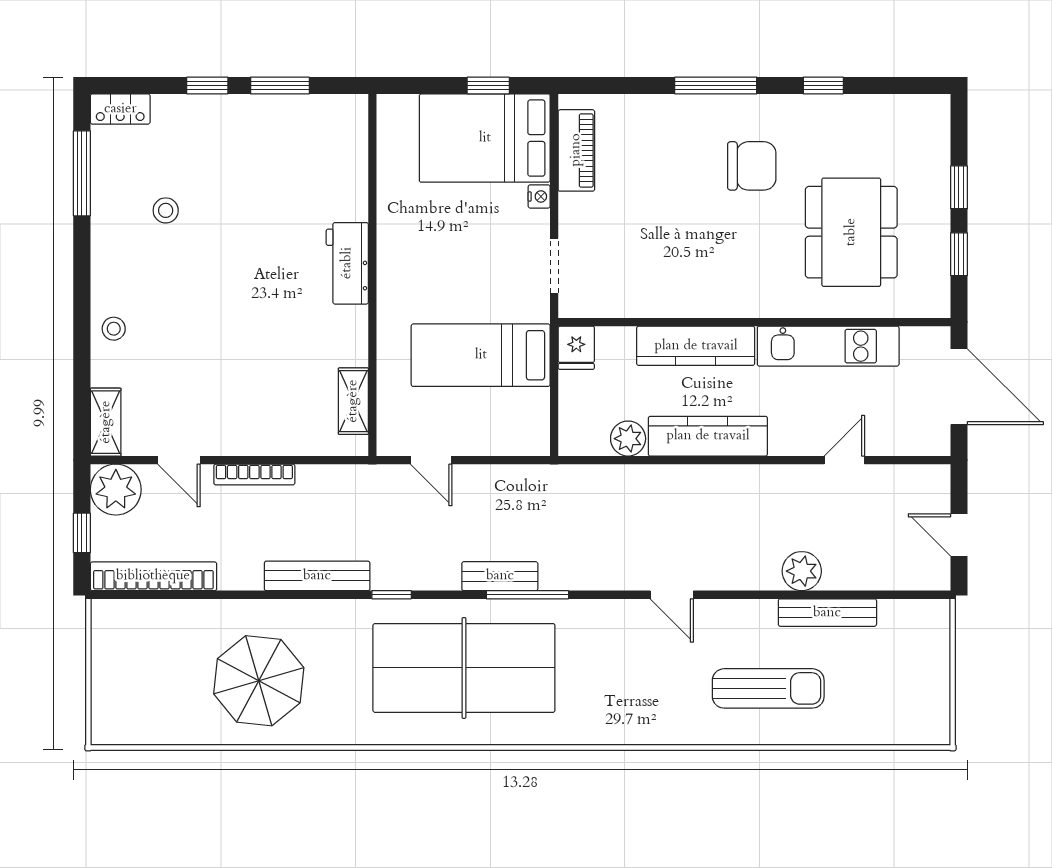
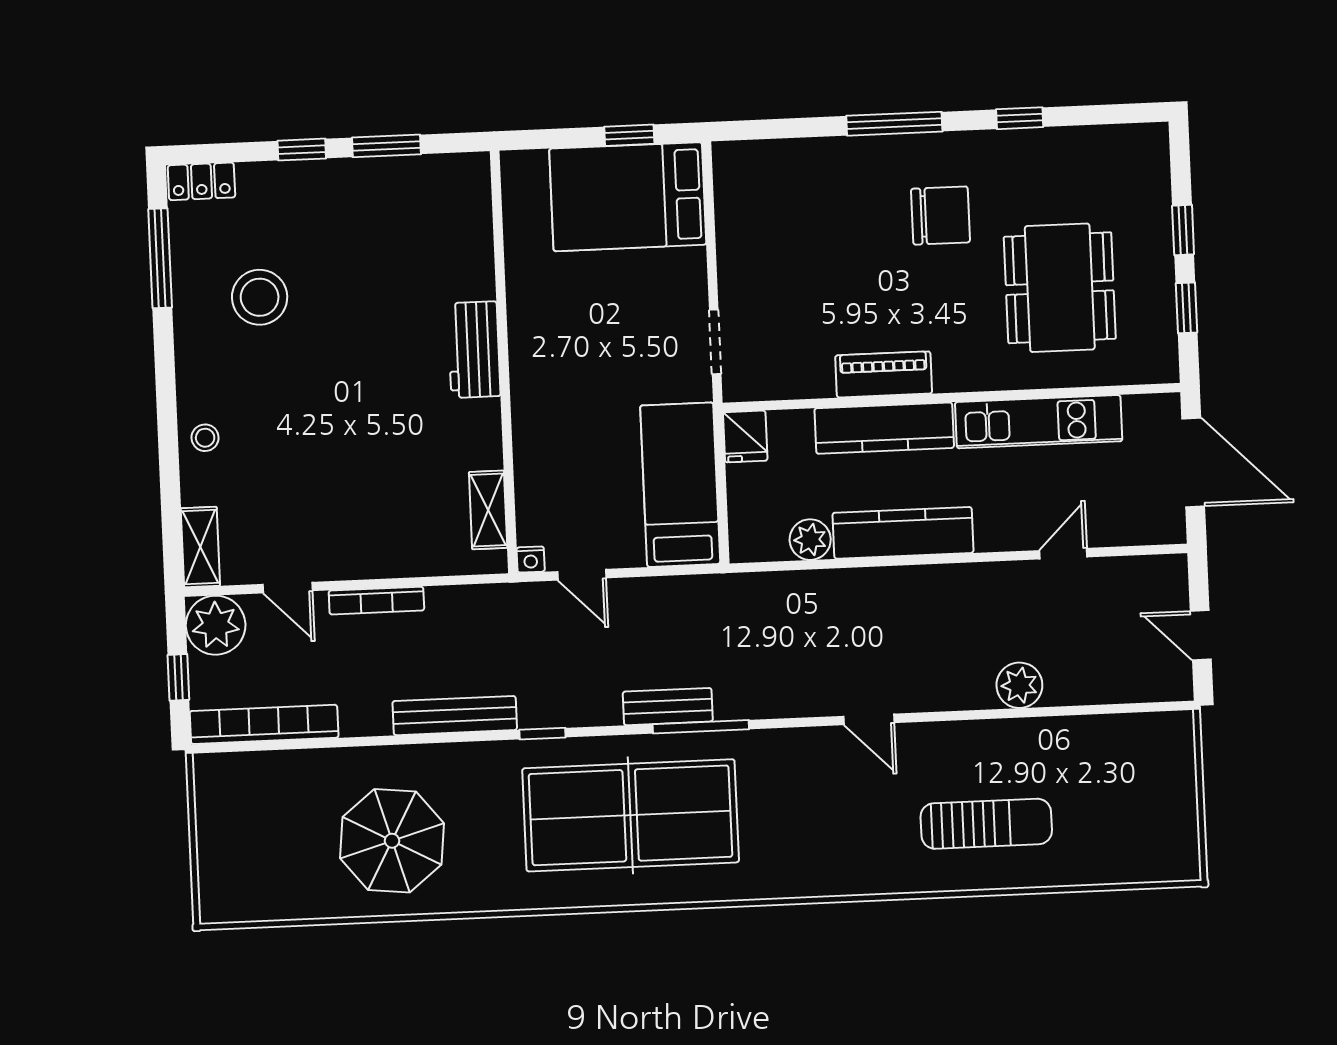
piano: (576, 150) -> (884, 374), moved, turned -90
nightstand: (539, 196) -> (531, 559), moved, turned 90
stool: (166, 210) -> (260, 297), width x1.89, depth x1.89
bed: (481, 355) -> (680, 485), moved, turned 90
bench: (827, 613) -> (1051, 732), removed

